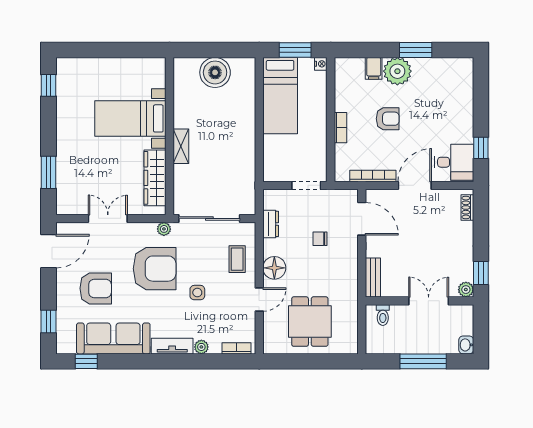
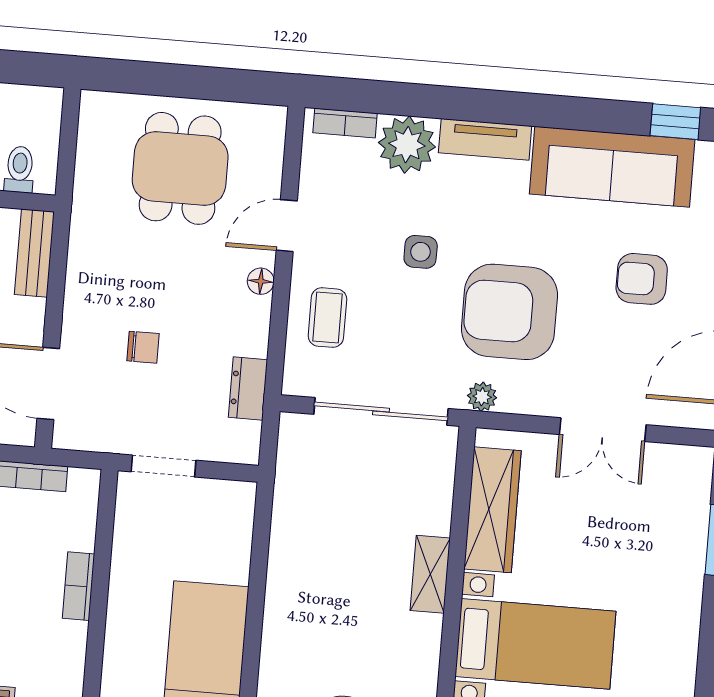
floor lamp: (274, 268) -> (261, 281), width x0.53, depth x0.53
armchair: (96, 288) -> (642, 279), width x0.72, depth x0.72
plant: (201, 347) -> (407, 145), width x1.87, depth x1.87

